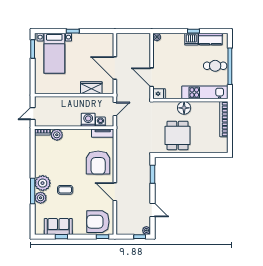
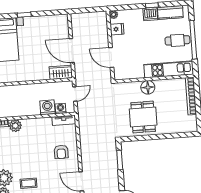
wardrobe: (91, 88) -> (61, 72), moved
fridge: (159, 94) -> (117, 29), moved
armchair: (98, 163) -> (61, 152), width x0.53, depth x0.53

